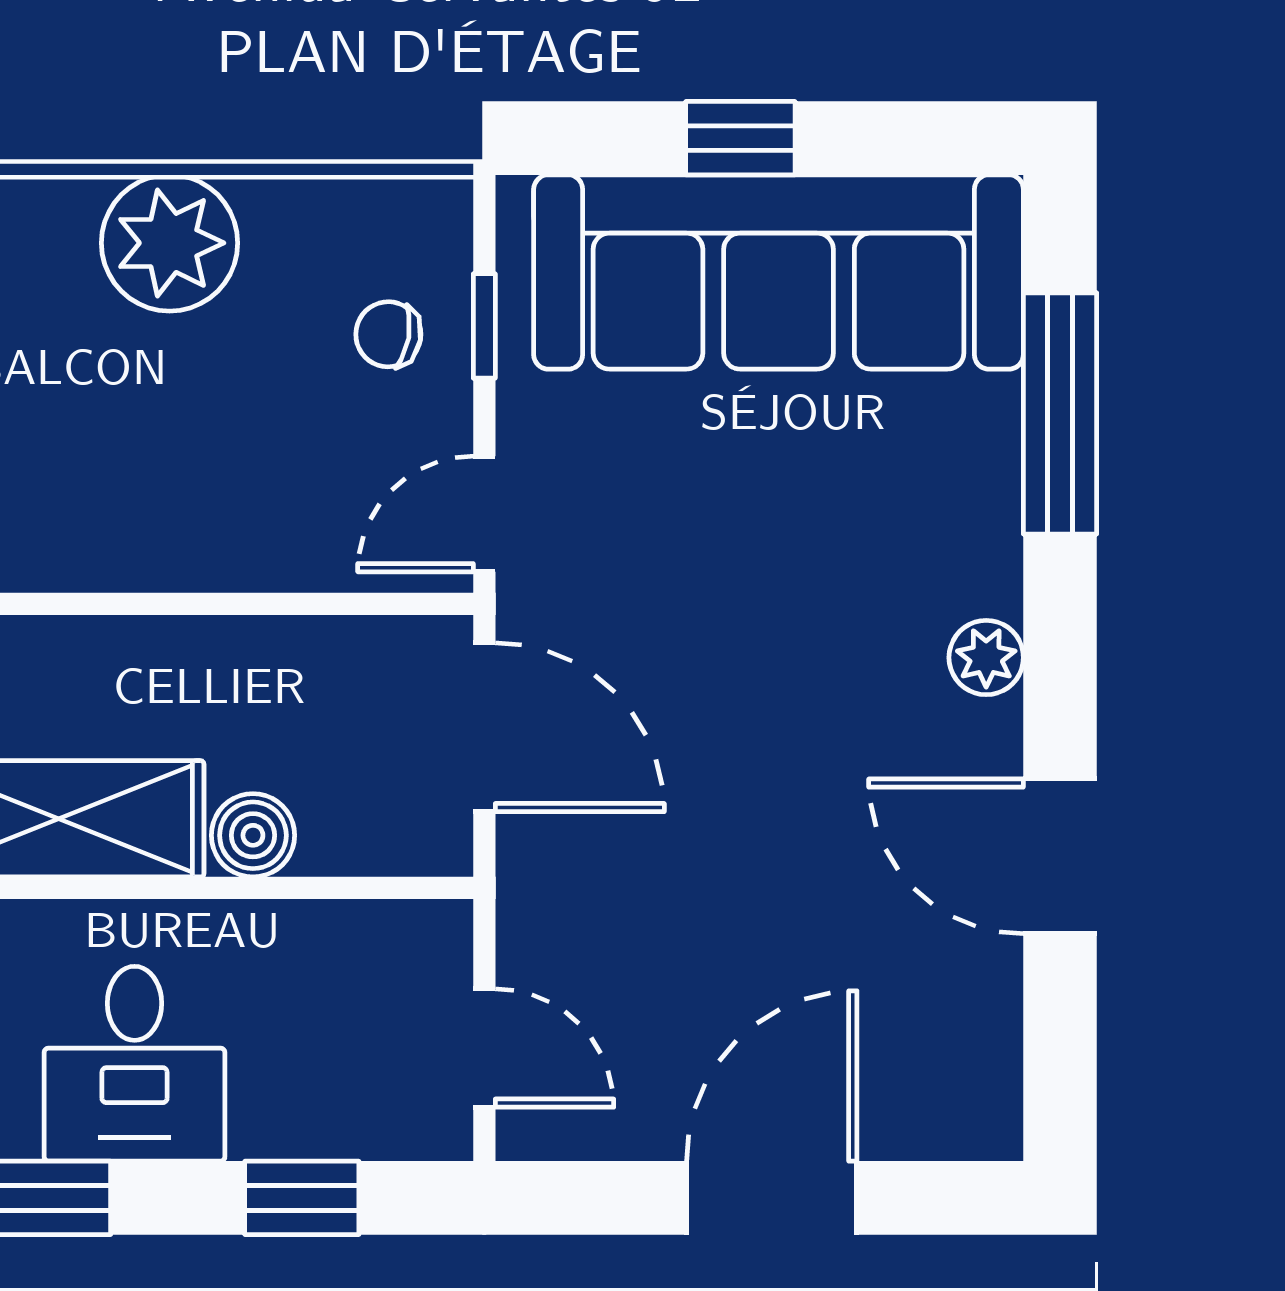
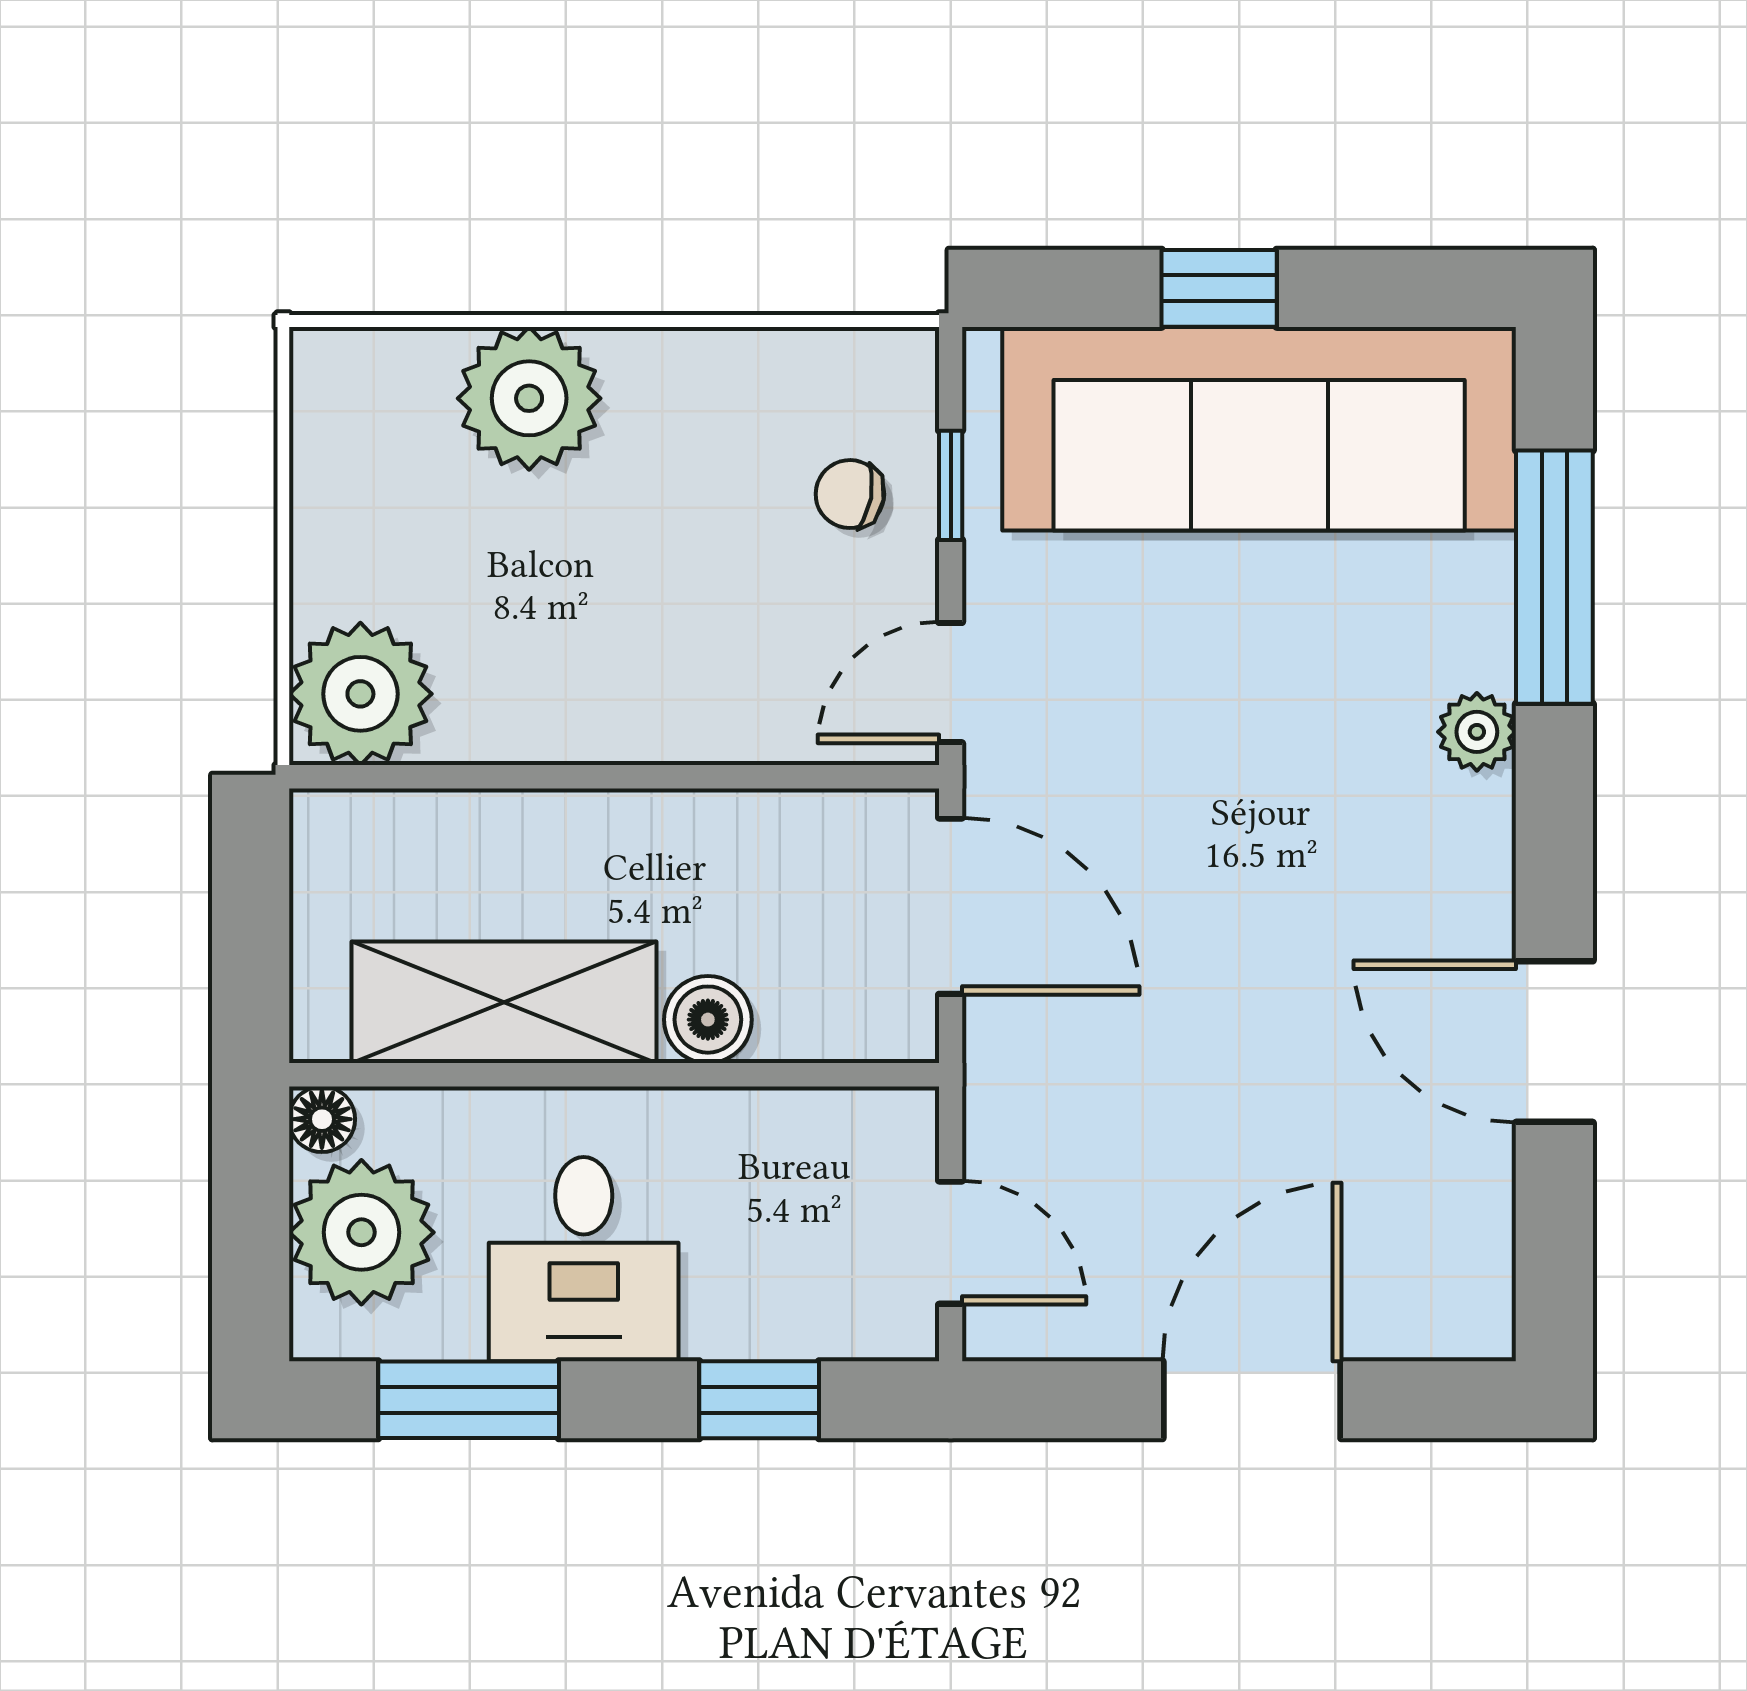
plant: (170, 243) -> (529, 398), moved
plant: (986, 658) -> (1477, 732), moved

